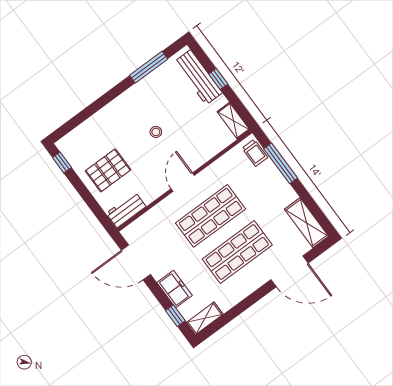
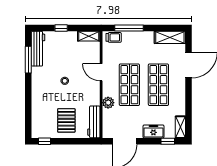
workbench: (198, 77) -> (38, 49), moved, turned -90
door: (183, 182) -> (101, 72), moved
plant: (169, 206) -> (108, 103), added
workbench: (126, 210) -> (94, 122), width x1.37

